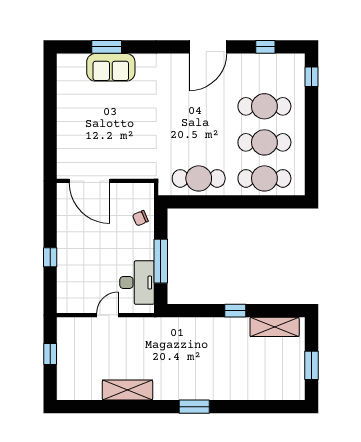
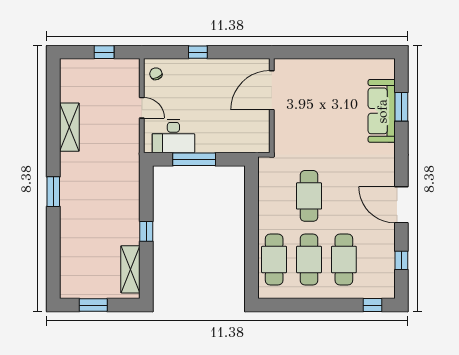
sofa: (111, 67) -> (382, 111), width x1.36
cafe table: (199, 178) -> (309, 196), moved
chair: (140, 218) -> (156, 74), moved

